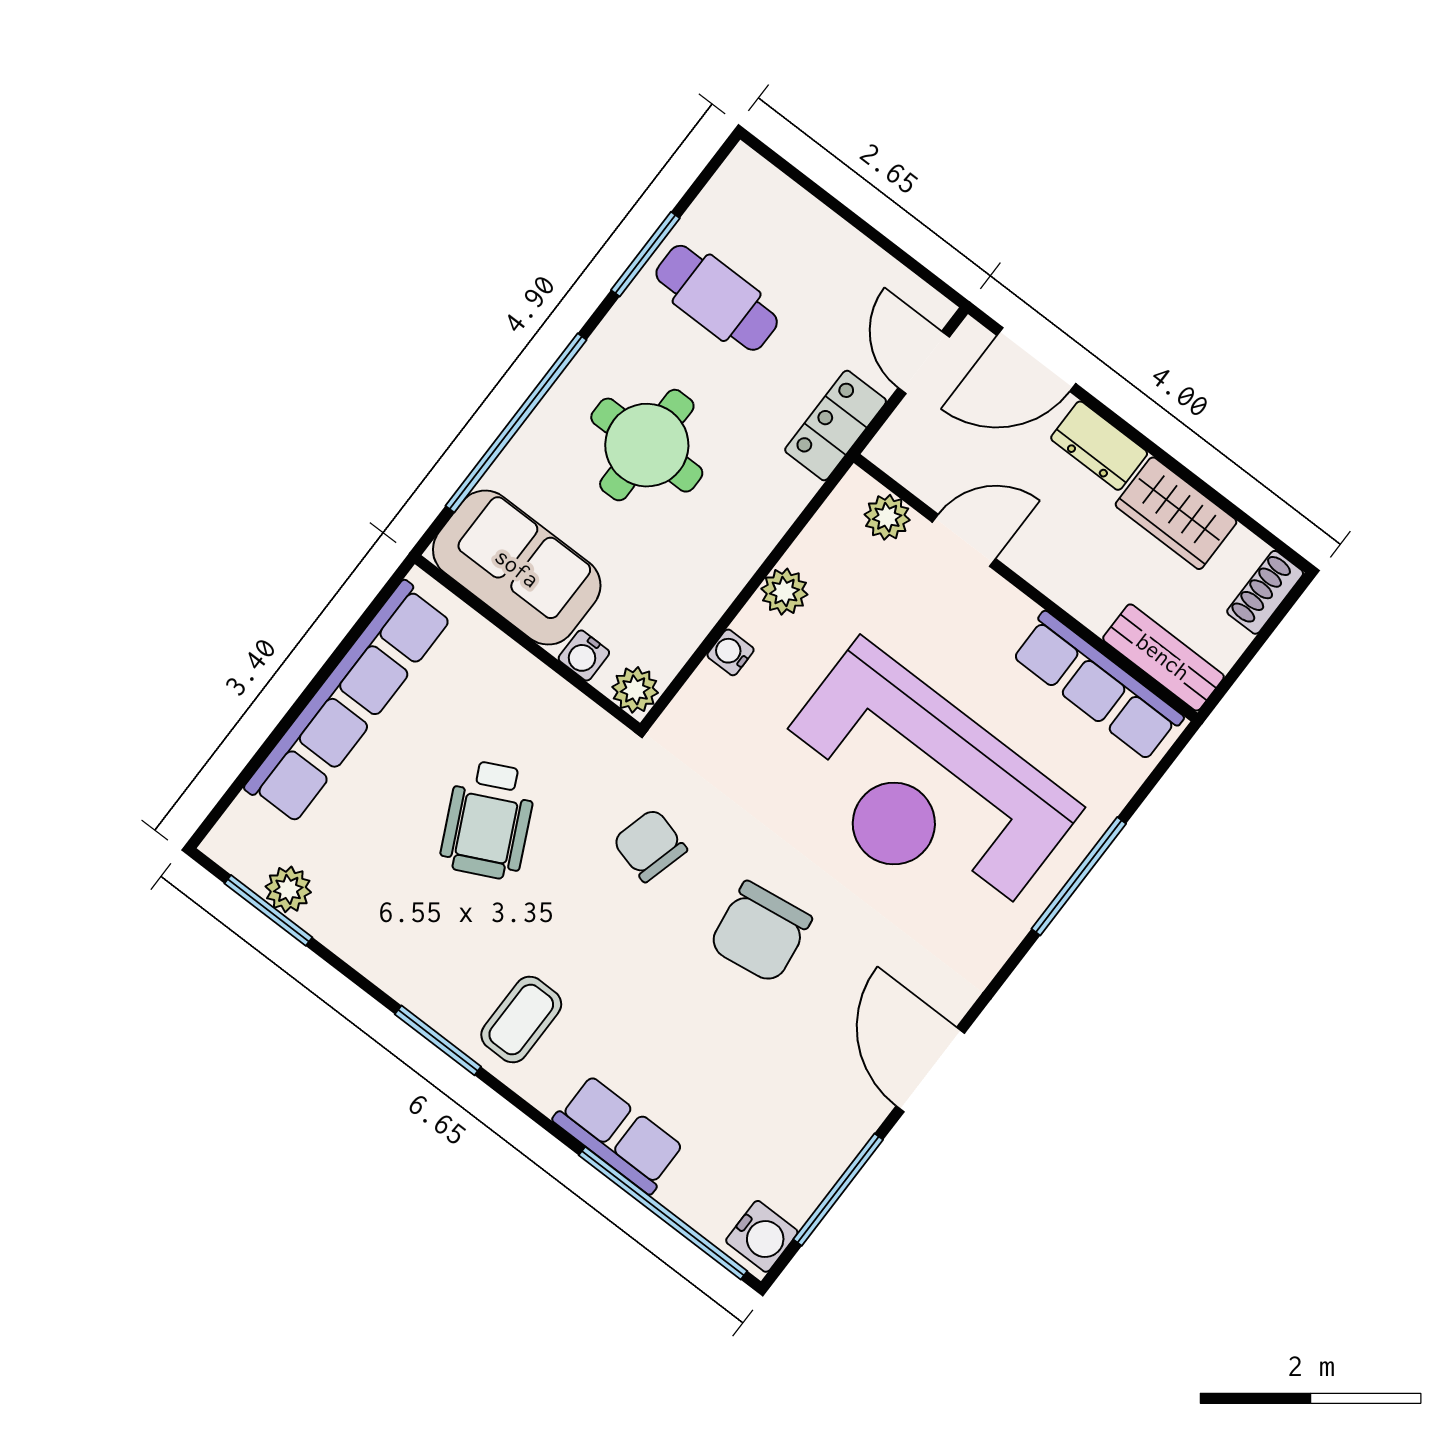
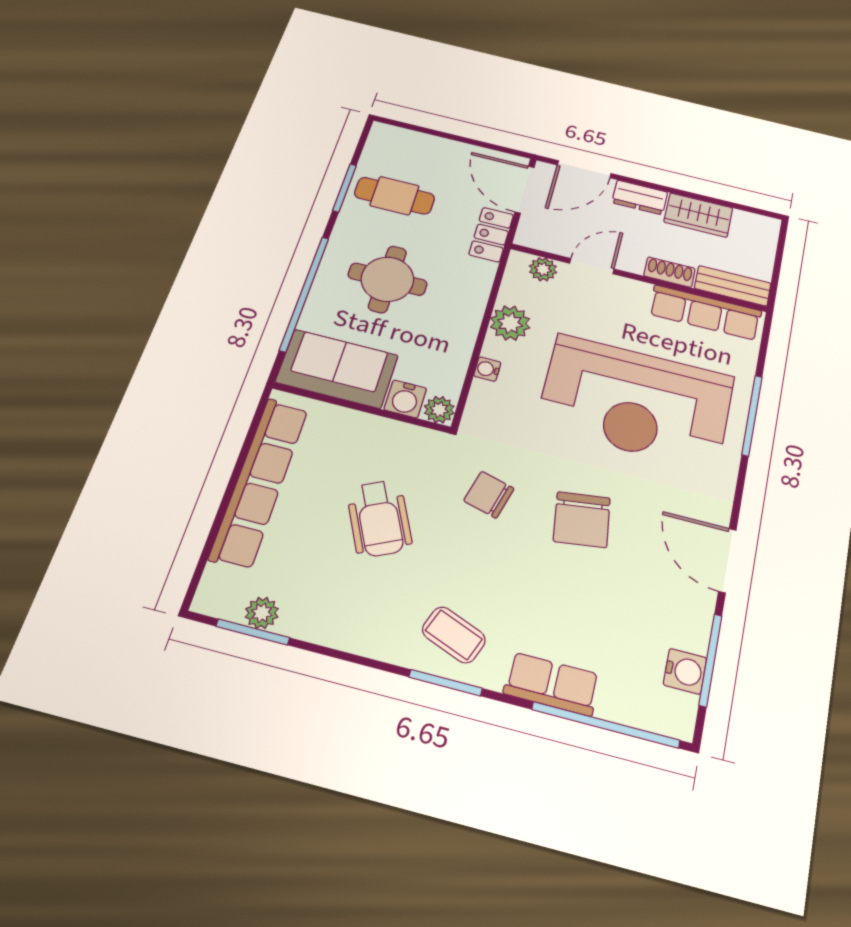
door: (924, 362) -> (525, 190), width x1.38
plant: (784, 592) -> (510, 323), width x1.38, depth x1.38
shoe rack: (1265, 592) -> (669, 272), moved, turned 90
water cooler: (584, 655) -> (405, 399), width x1.38, depth x1.38
coffee table: (521, 1020) -> (454, 635), turned -69
window: (438, 1040) -> (446, 683), moved
water cooler: (762, 1236) -> (685, 671), moved

